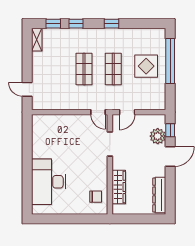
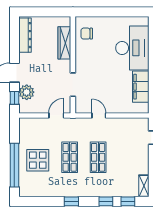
door: (98, 112) -> (99, 115), moved
filing cabinet: (40, 142) -> (141, 87), added

